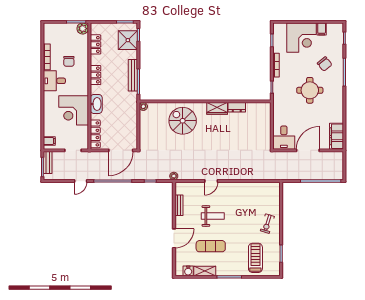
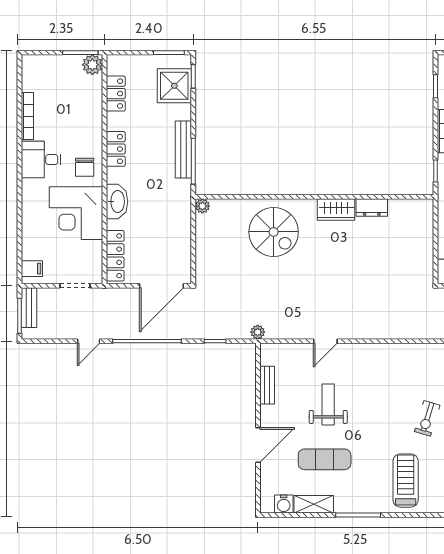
chair: (69, 61) -> (85, 167), moved
spiral stairs: (183, 121) -> (274, 232), turned 180
weight bench: (213, 216) -> (328, 405), turned -90

